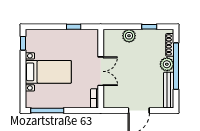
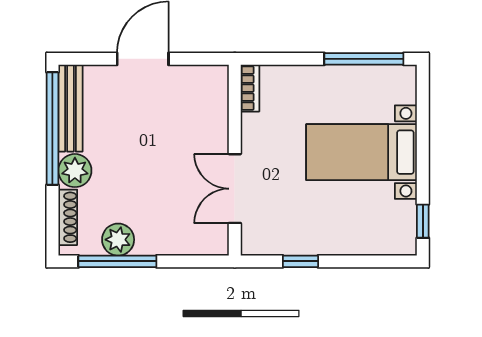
window: (149, 27) -> (117, 261), width x2.17
plant: (129, 36) -> (118, 240), moved
window: (176, 66) -> (52, 128), moved
double door: (101, 71) -> (235, 189), moved

